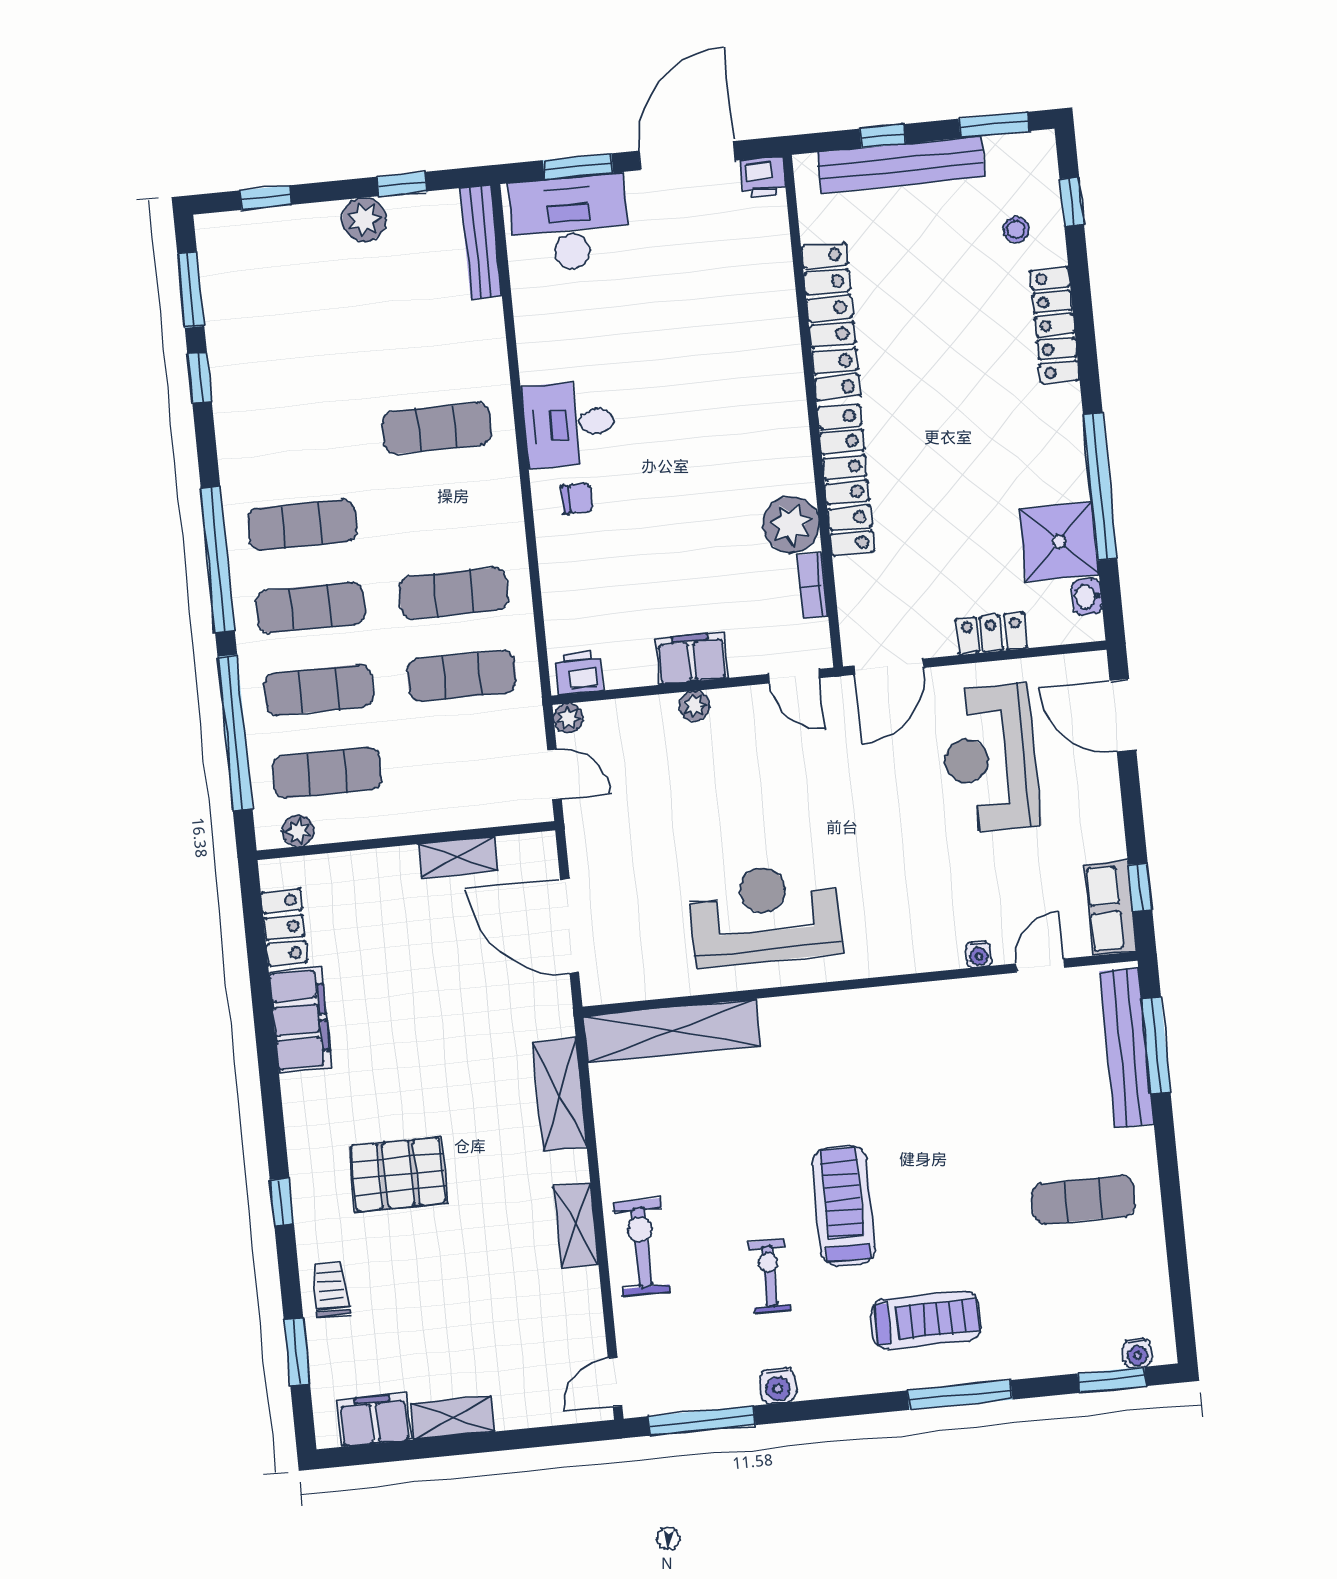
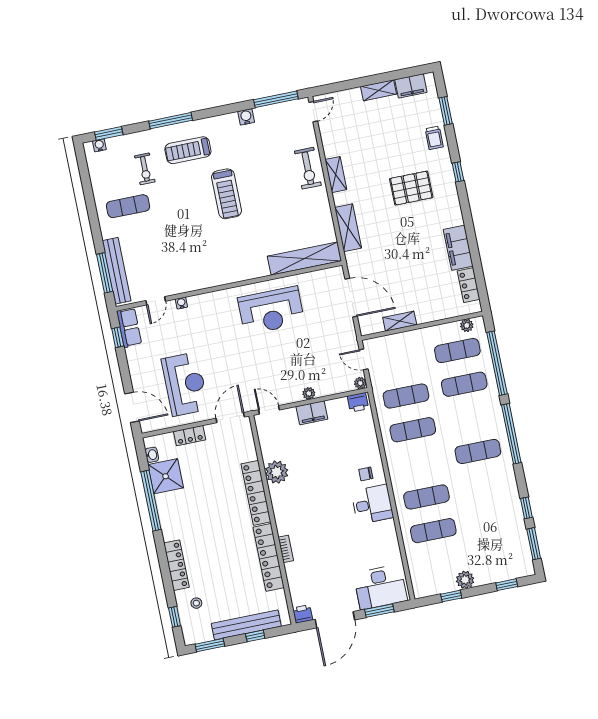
bench: (481, 242) -> (416, 575), removed
bookcase: (813, 586) -> (286, 549), moved
exercise mat: (310, 607) -> (433, 531), moved
exercise bike: (769, 1276) -> (145, 169), moved

